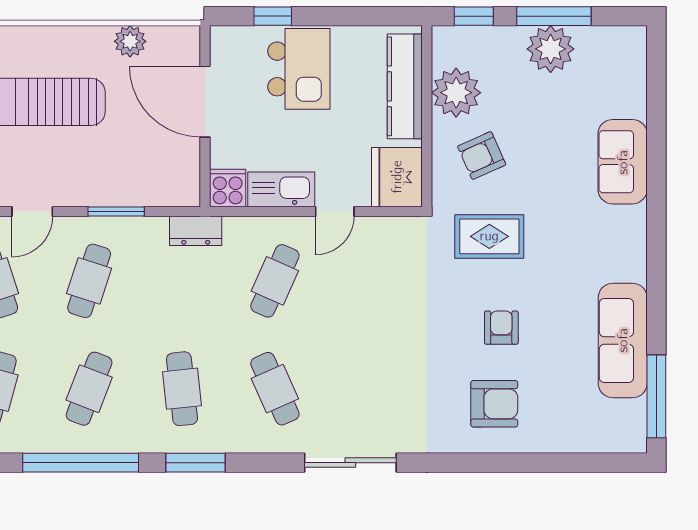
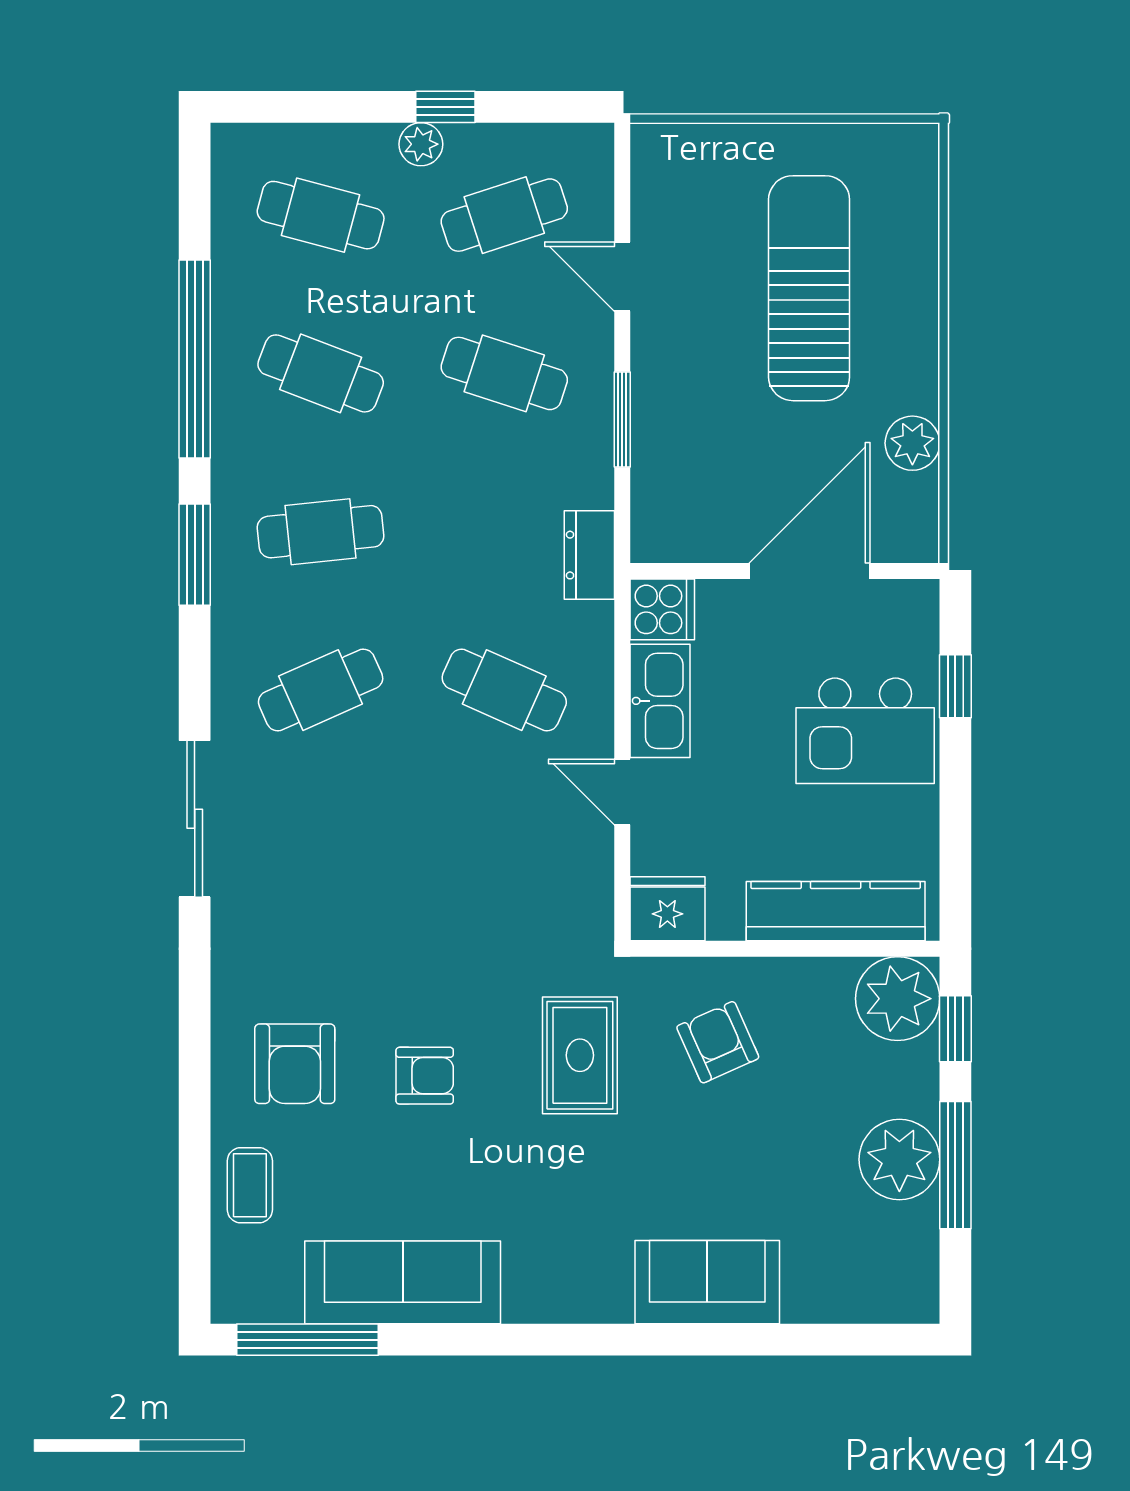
plant: (456, 93) -> (898, 999), moved
fridge: (397, 177) -> (667, 909), width x0.73, depth x0.75
coffee table: (566, 430) -> (250, 1185), added

